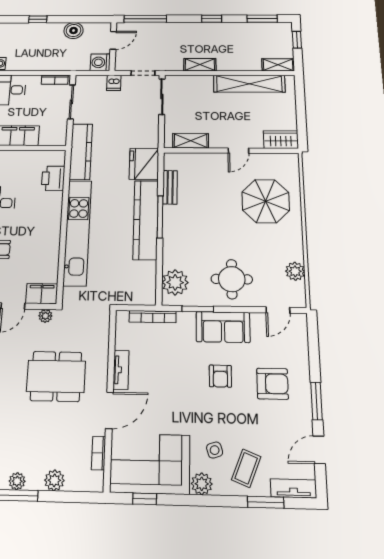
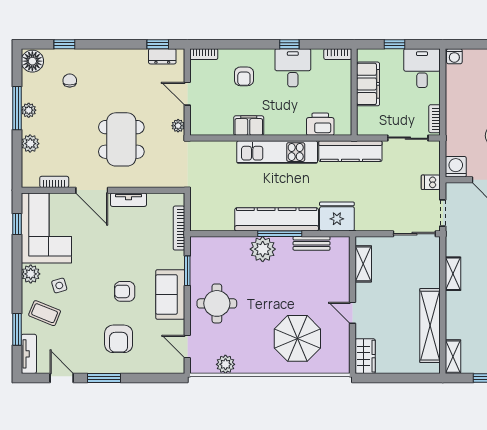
kitchen unit: (77, 232) -> (277, 152), width x0.73
plant: (175, 282) -> (263, 249), moved
filing cabinet: (42, 294) -> (249, 126), moved, turned -90

